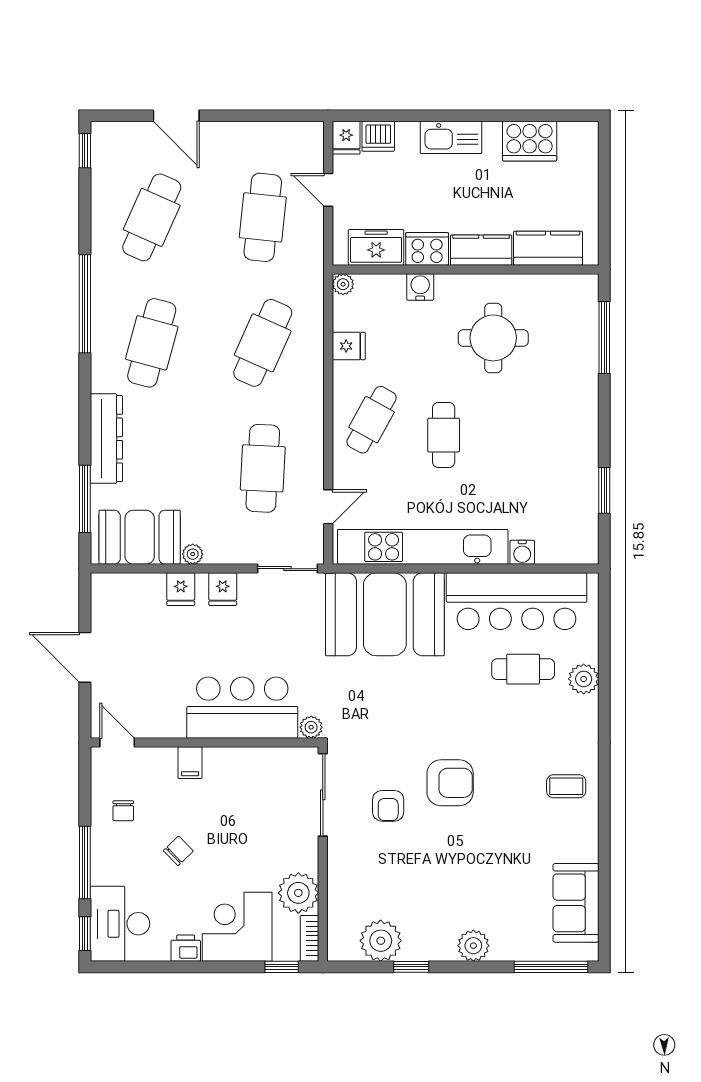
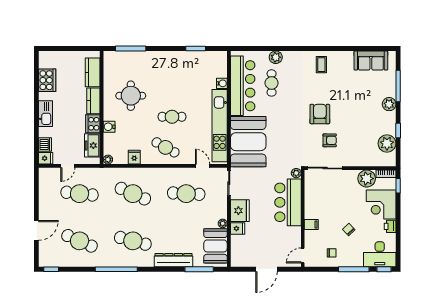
fridge: (223, 589) -> (240, 211), width x1.88, depth x1.34
window: (551, 967) -> (398, 86), moved

